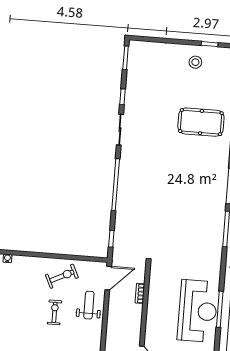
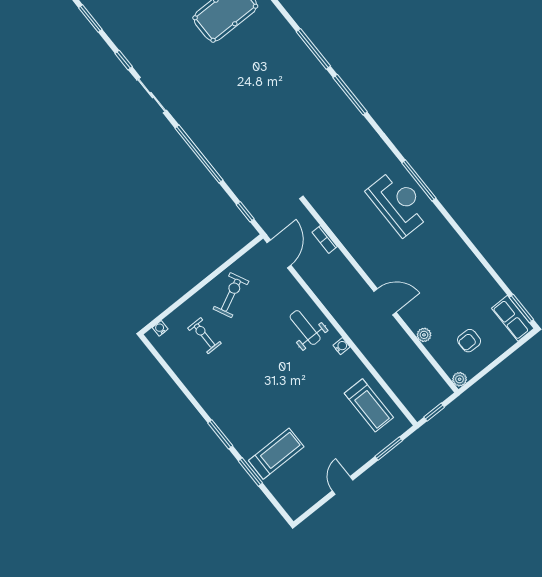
weight bench: (89, 305) -> (305, 328), moved
reception desk: (198, 311) -> (398, 203), width x0.74, depth x0.77
exercise bike: (55, 312) -> (204, 336), moved

